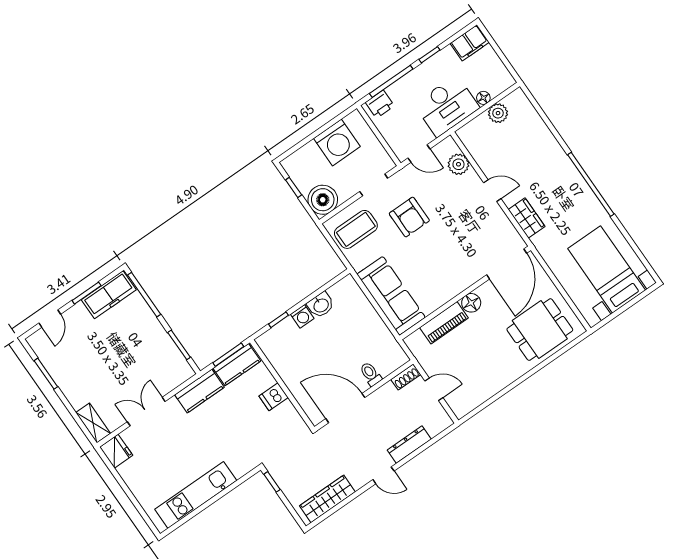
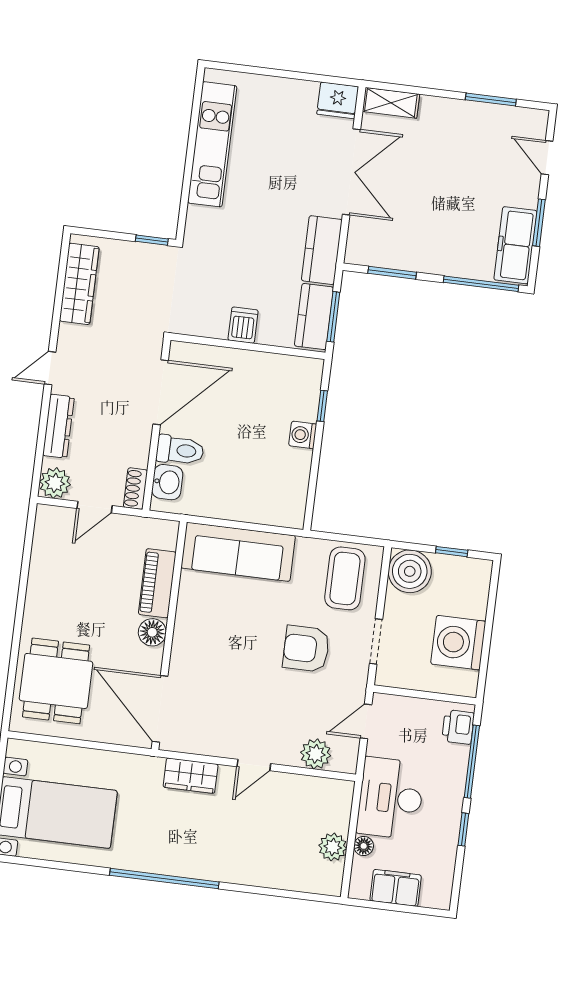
filing cabinet: (470, 43) -> (396, 888), moved, turned 90
washbasin: (321, 305) -> (167, 482), moved, turned 180
toilet: (371, 374) -> (180, 450), width x1.37, depth x1.39
double door: (146, 412) -> (351, 172), width x1.37
plant: (440, 420) -> (55, 483), added

